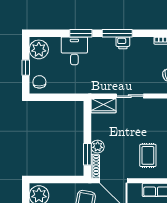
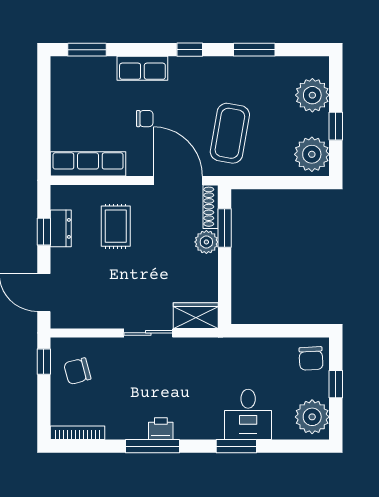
window: (117, 33) -> (153, 446), moved

